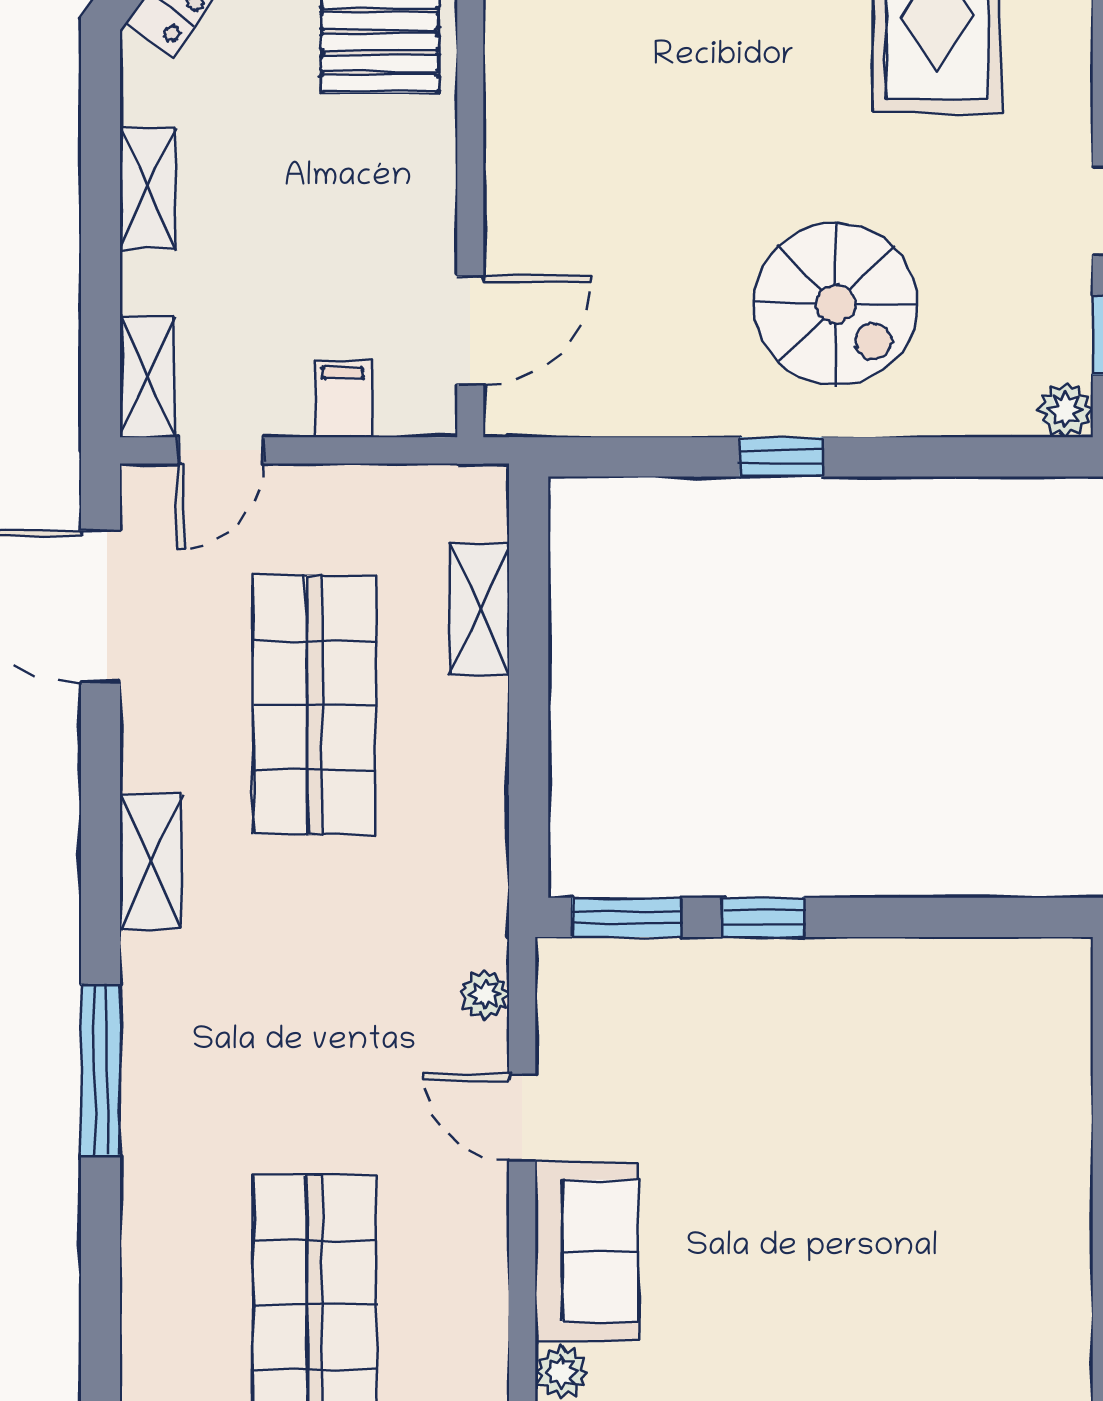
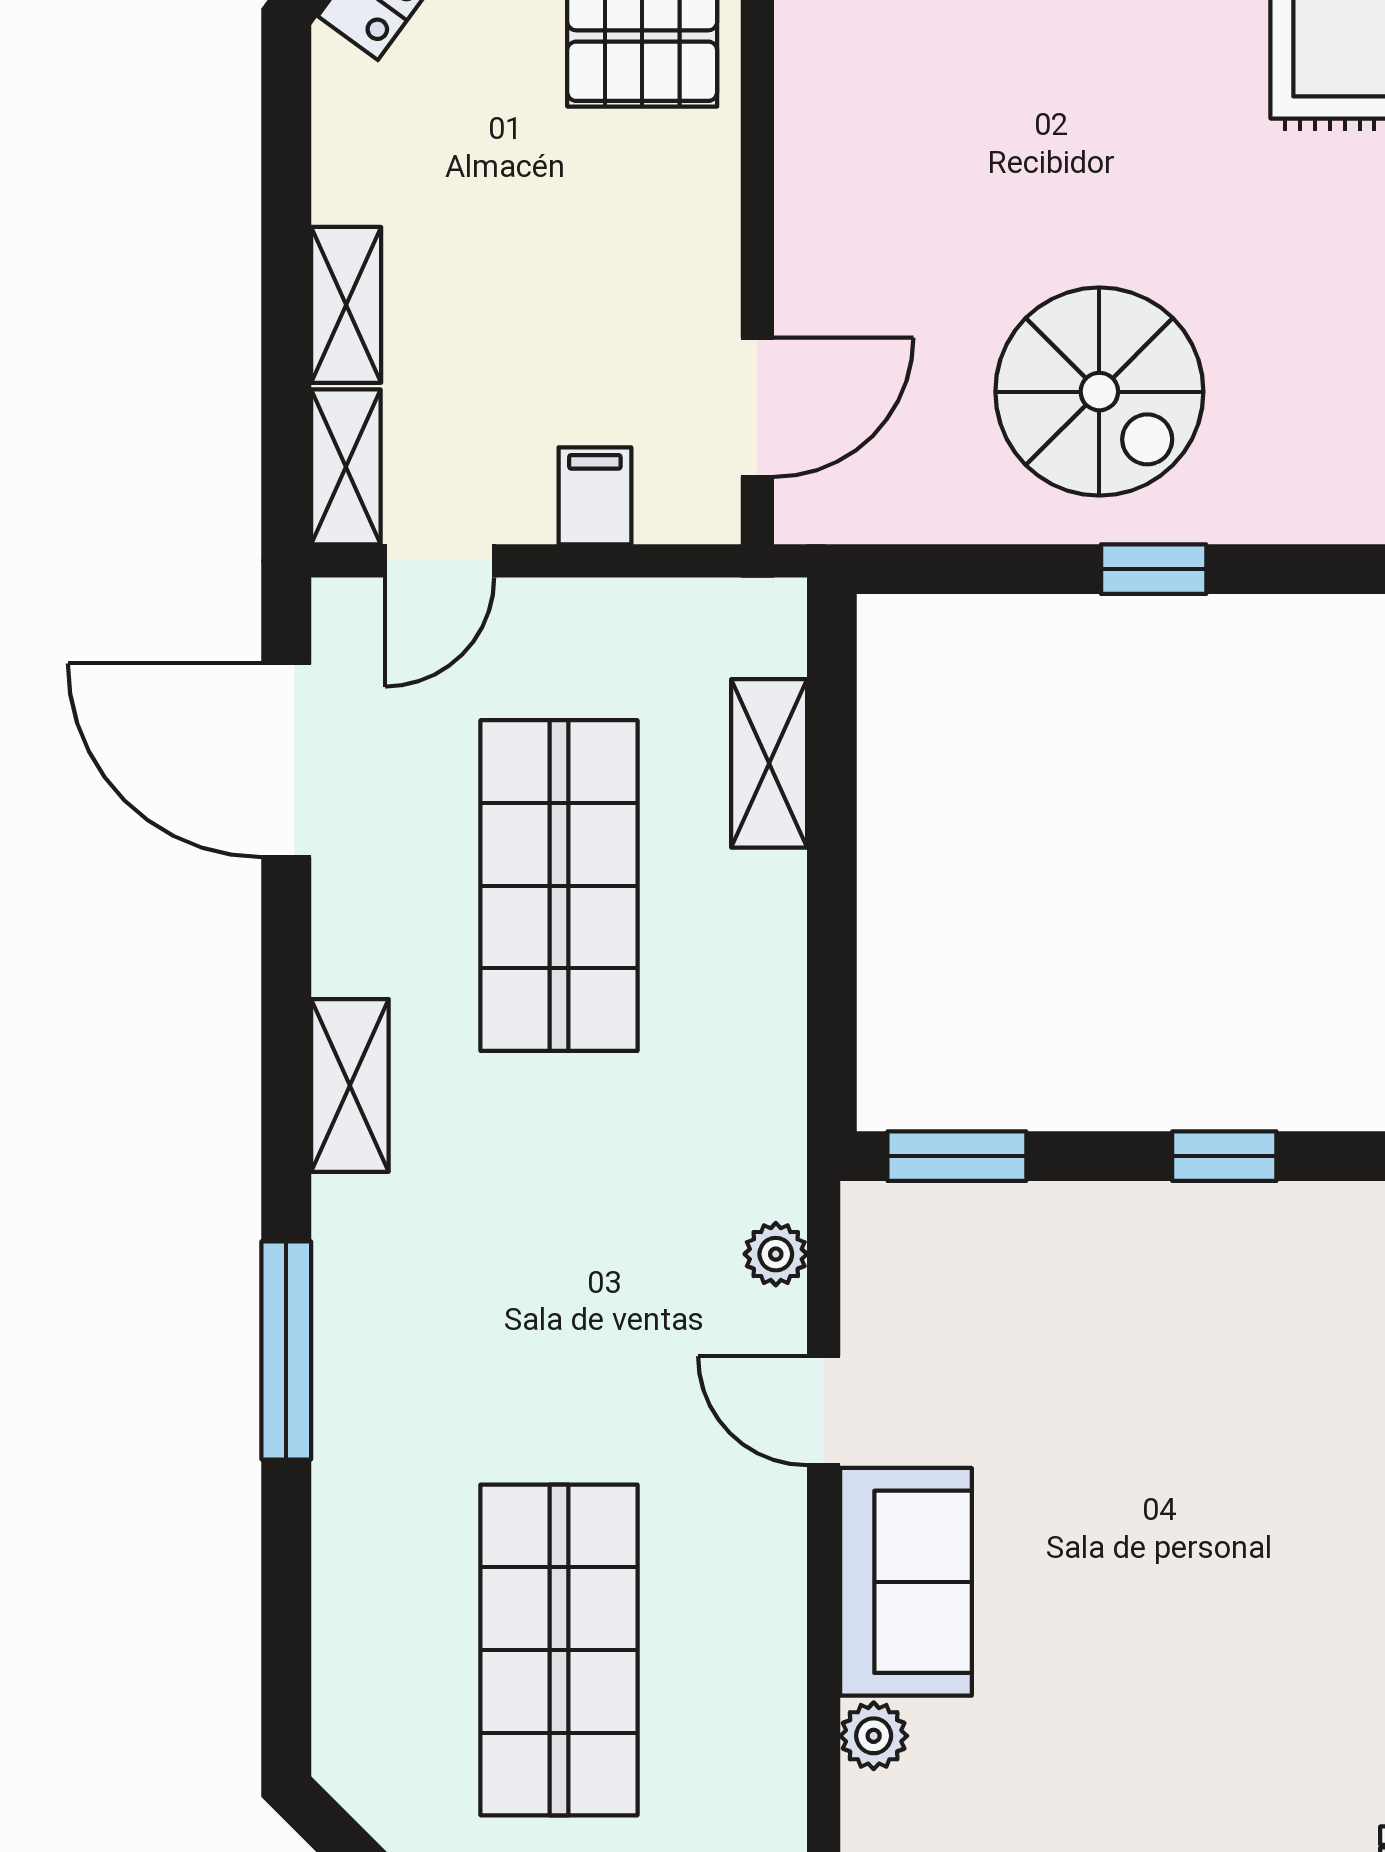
shelving: (147, 189) -> (346, 305), moved
spiral stairs: (836, 304) -> (1099, 392), moved
window: (764, 917) -> (1224, 1156), moved

